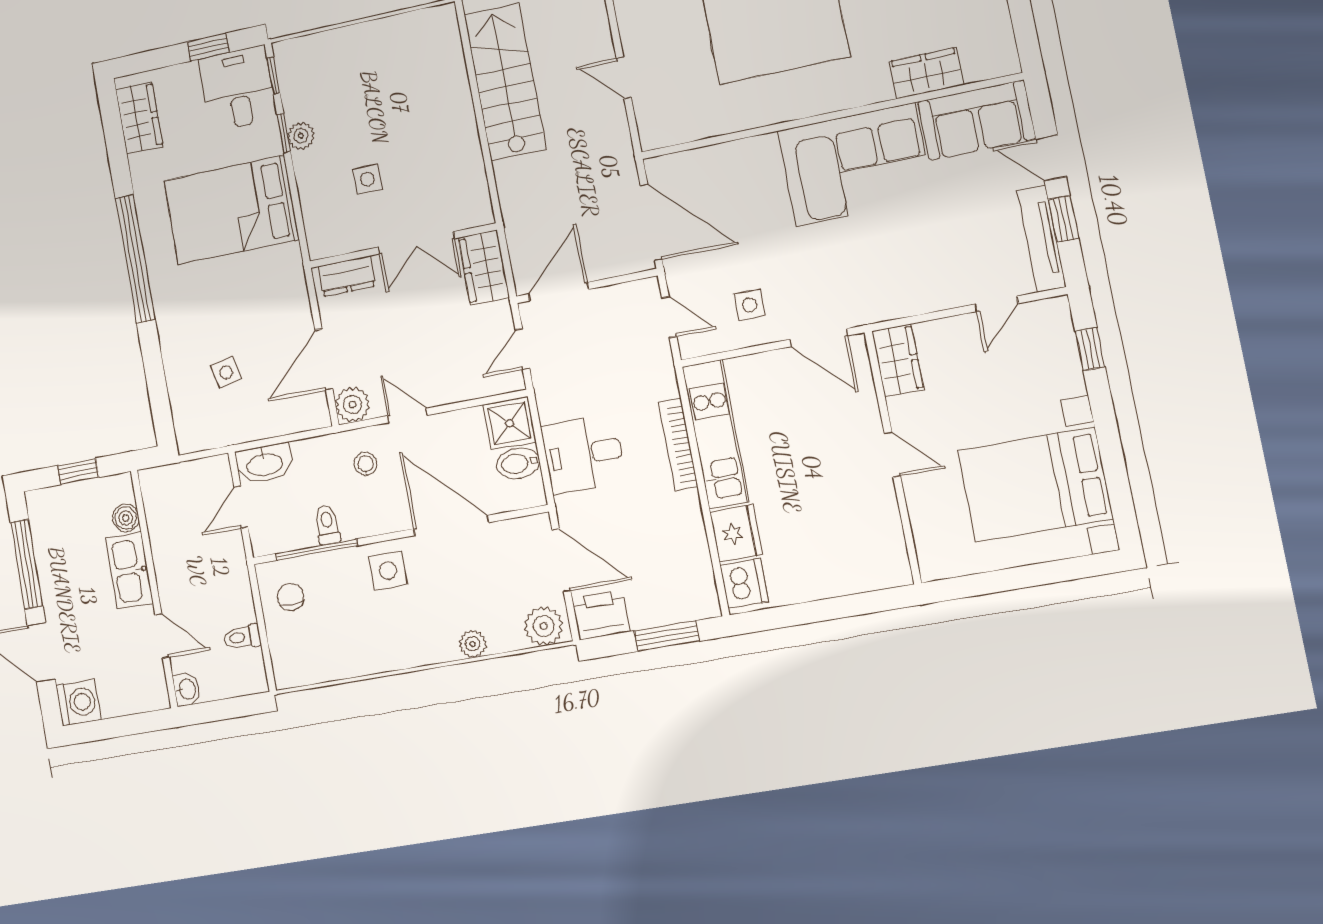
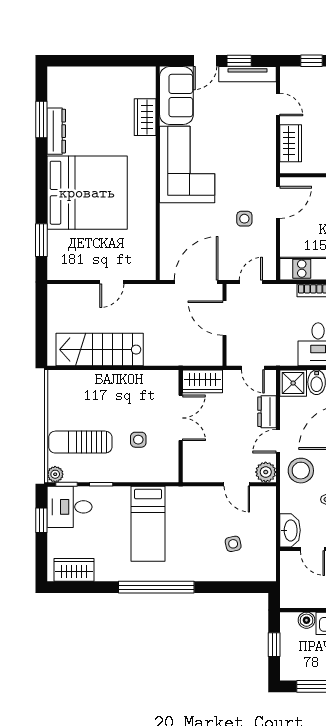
sun lounger: (346, 83) -> (80, 442), added
plant: (301, 136) -> (55, 474), moved
bed: (231, 210) -> (148, 524), width x0.67
dresser: (347, 276) -> (267, 412), moved, turned 180
door: (558, 292) -> (225, 318), moved
side table: (750, 305) -> (244, 219), moved
door: (324, 360) -> (237, 484), width x0.73
wardrobe: (898, 360) -> (291, 143), moved, turned 90
stool: (366, 464) -> (301, 471), width x1.89, depth x1.89

